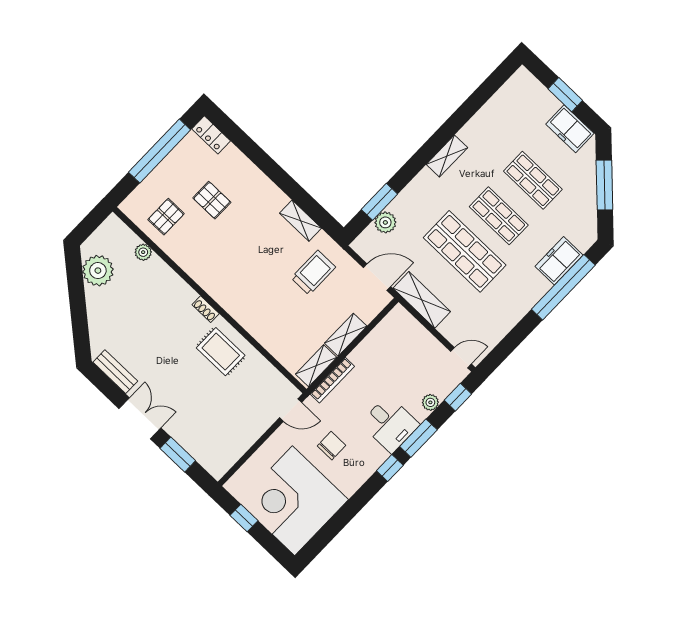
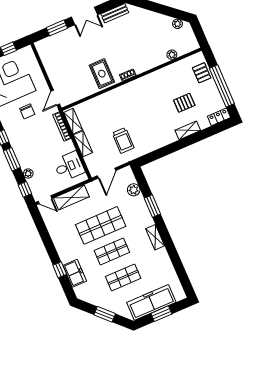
freezer: (570, 129) -> (151, 302), width x1.91, depth x1.26
window: (604, 185) -> (105, 314), width x0.69
window: (379, 202) -> (152, 206), moved
pallet: (166, 217) -> (202, 73), moved
shelving: (301, 221) -> (188, 130), moved
plant: (98, 271) -> (177, 24), width x0.53, depth x0.53
window: (563, 287) -> (60, 270), width x0.32
shelving: (422, 300) -> (71, 197), moved
rug: (221, 352) -> (102, 74), turned 90
door: (461, 358) -> (45, 200), hinge flipped
desk: (390, 424) -> (69, 166), moved, turned 180

